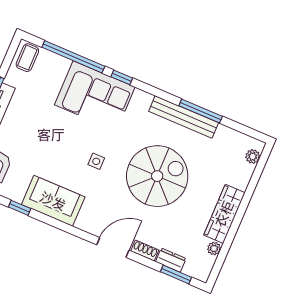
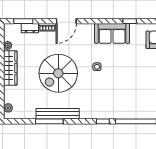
corner sofa: (95, 96) -> (114, 104), removed

